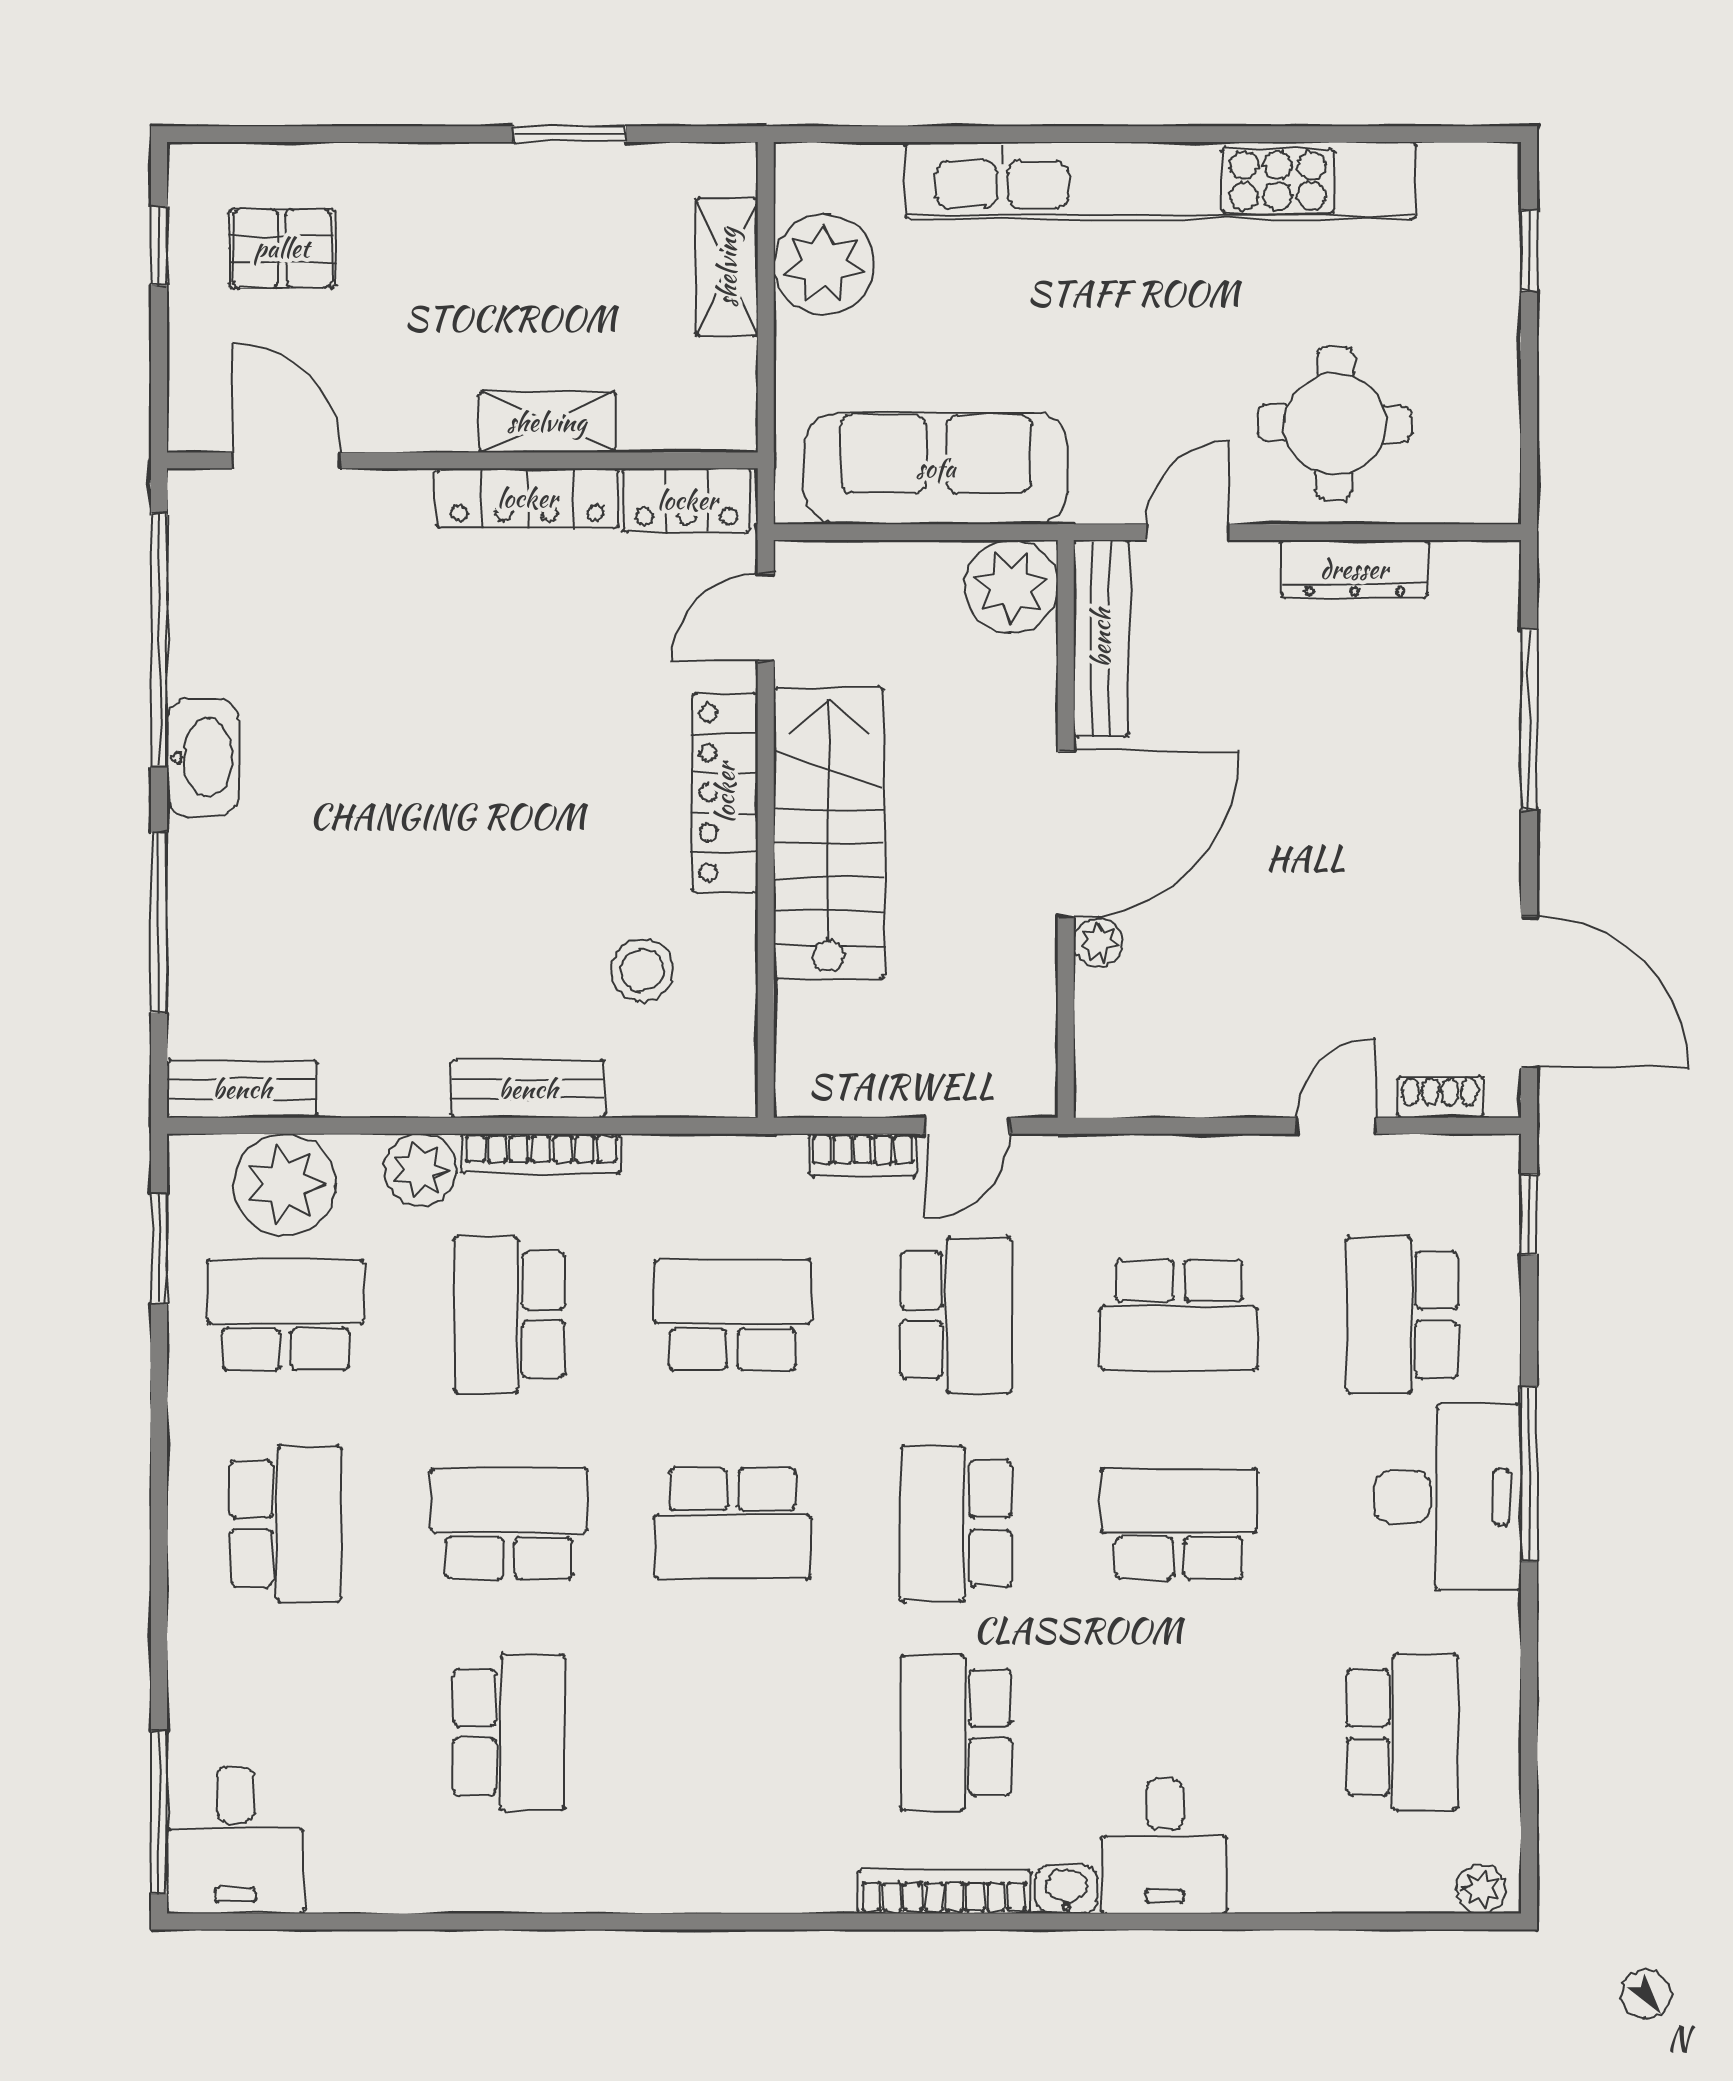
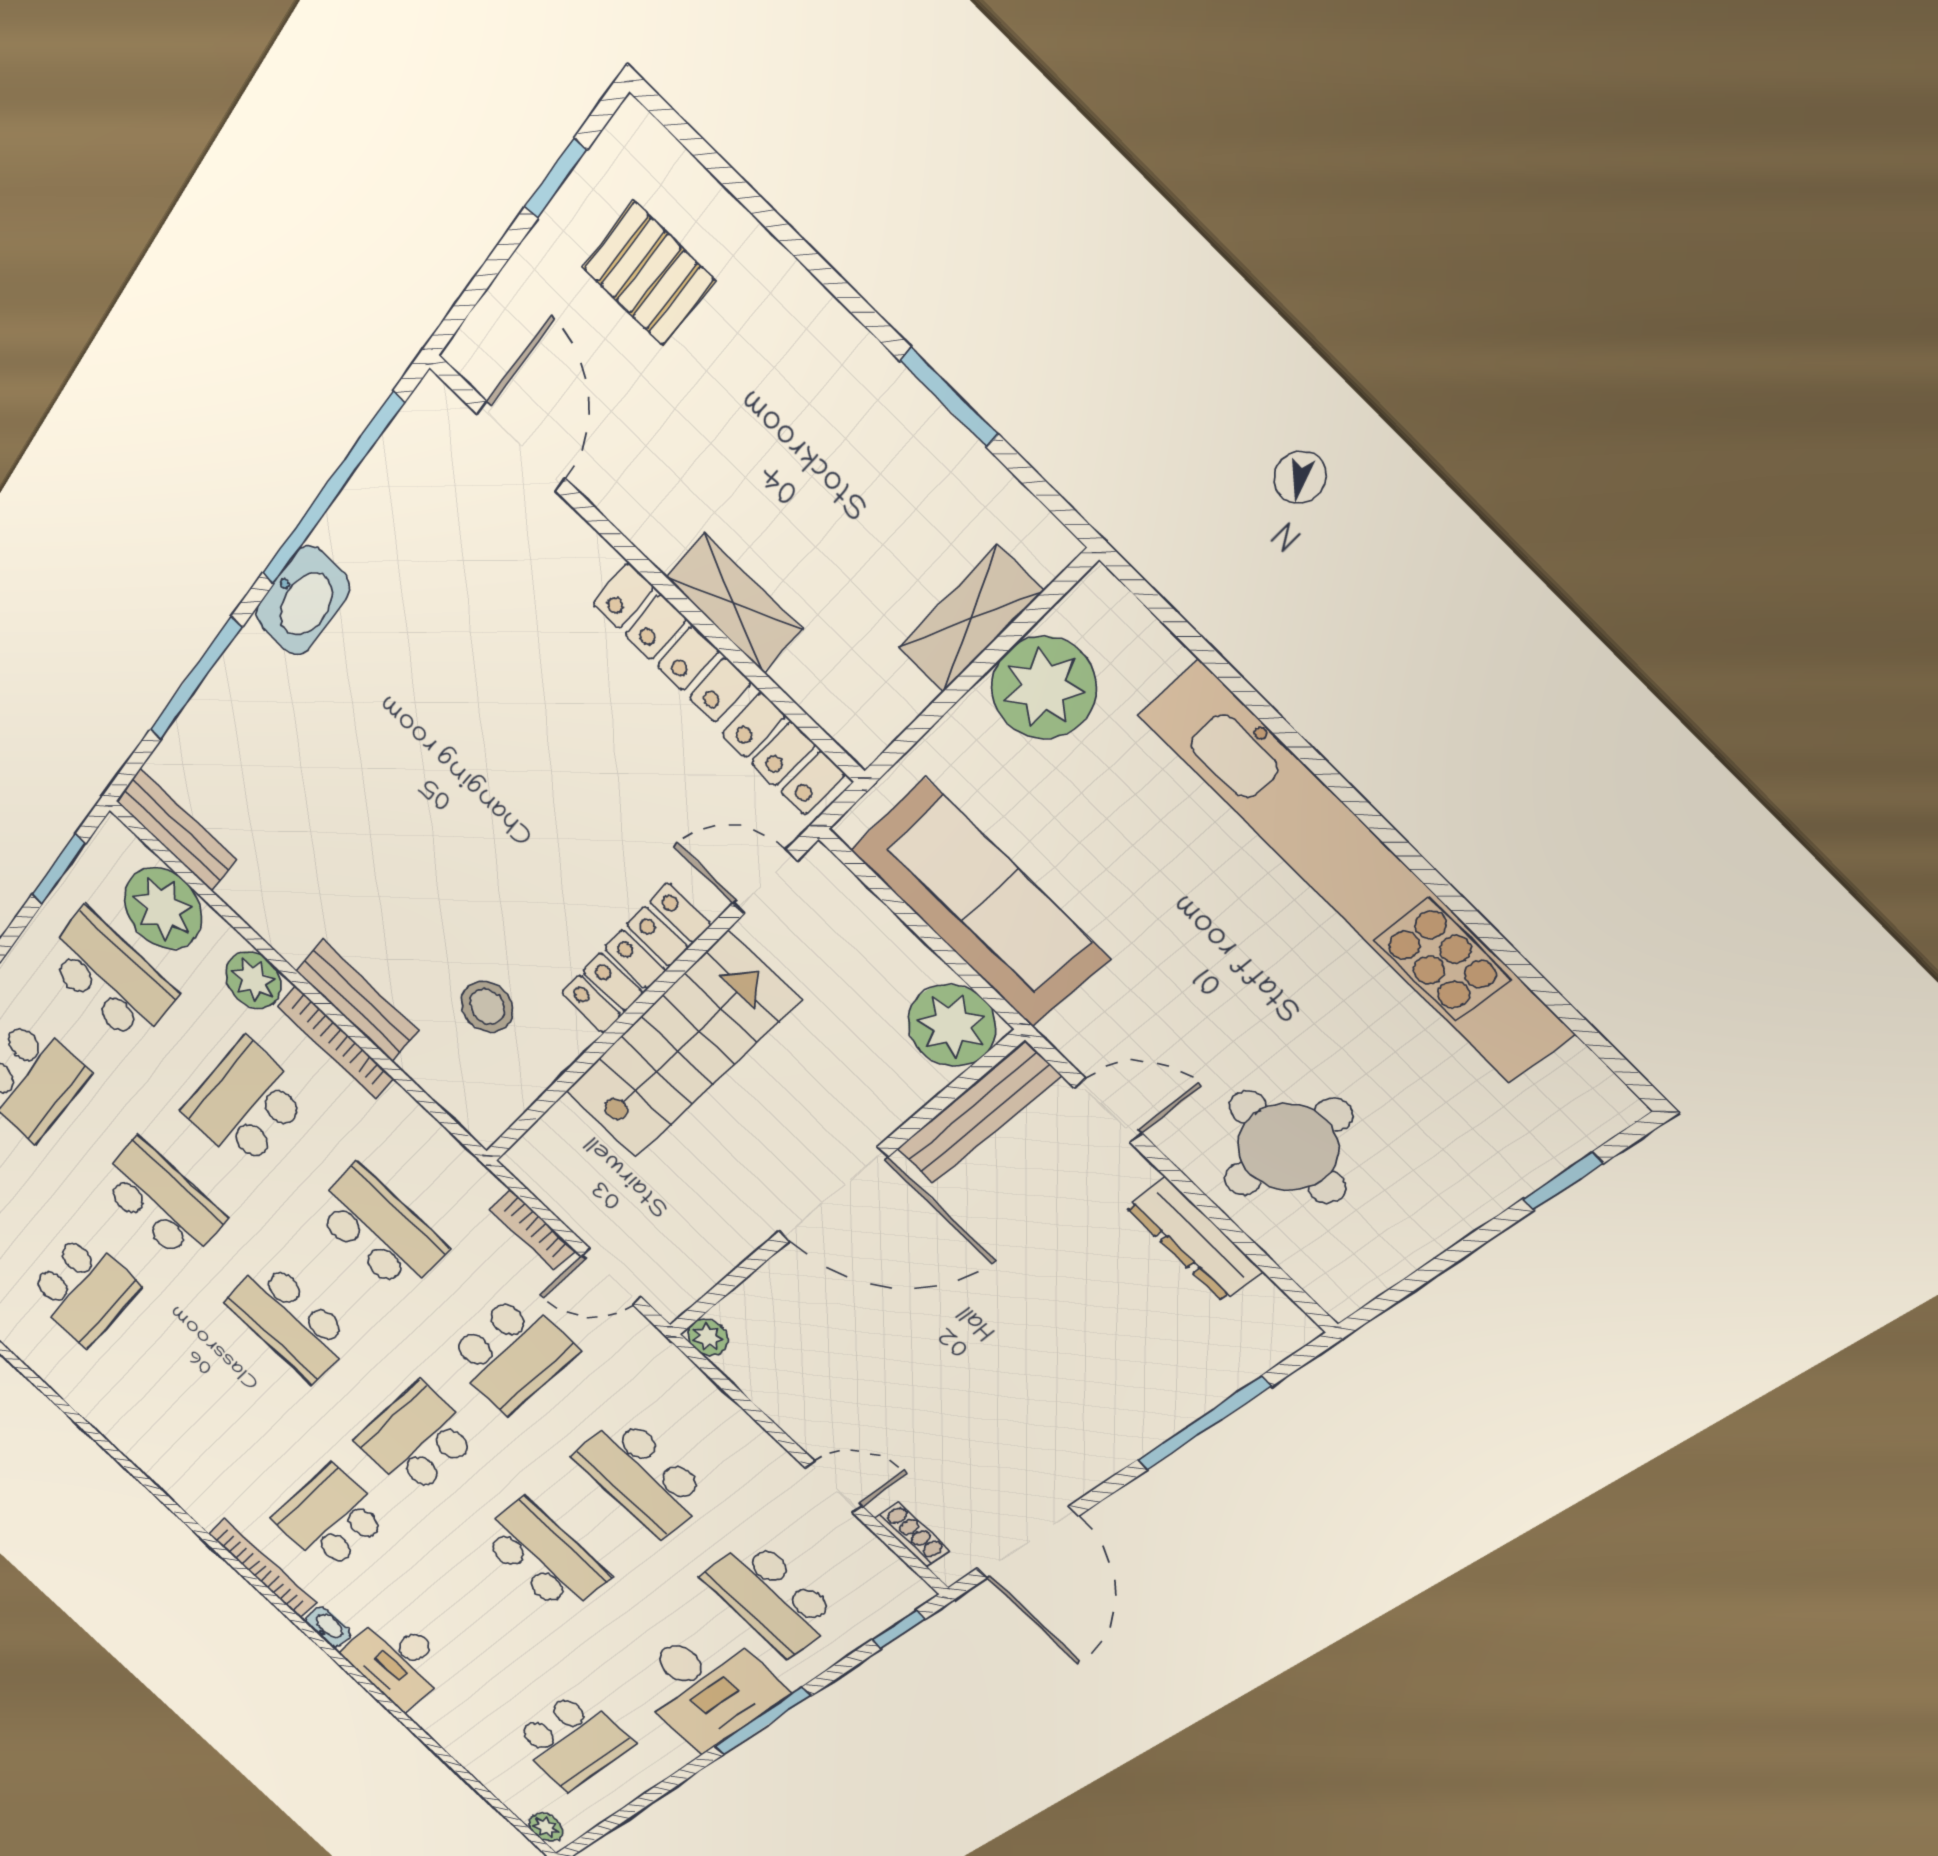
plant: (1098, 942) -> (708, 1337), moved
school desk: (1402, 1315) -> (771, 1598), turned -90

